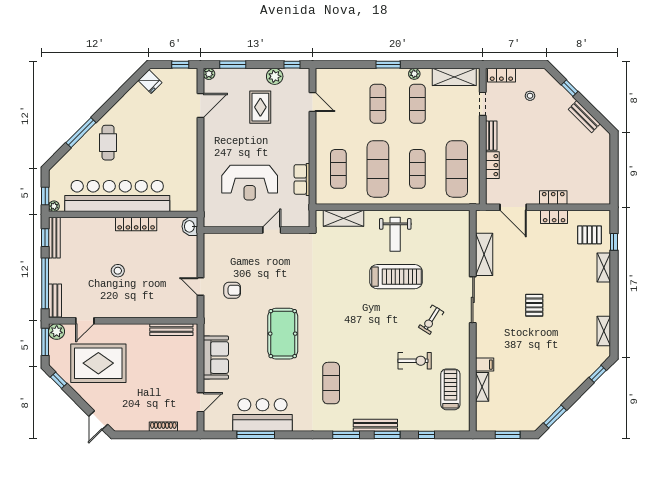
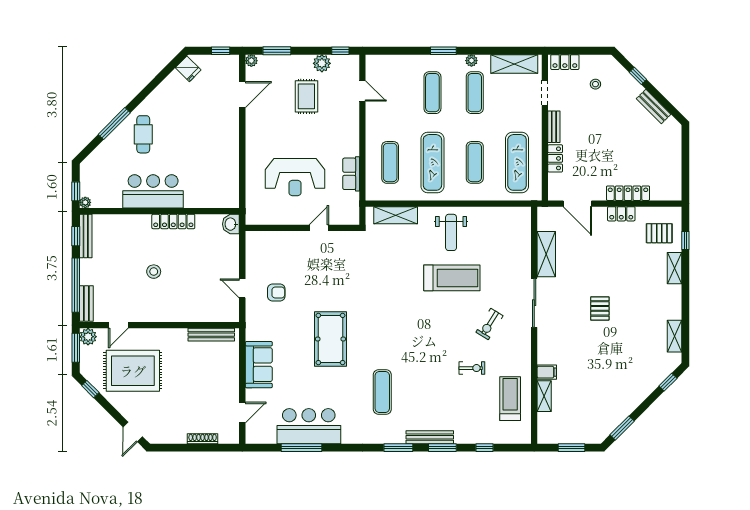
bar counter: (117, 196) -> (153, 191), width x0.54
locker: (553, 198) -> (628, 193), width x1.53
exercise bike: (415, 361) -> (472, 368), width x0.73, depth x0.72

